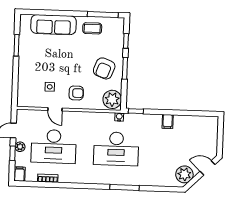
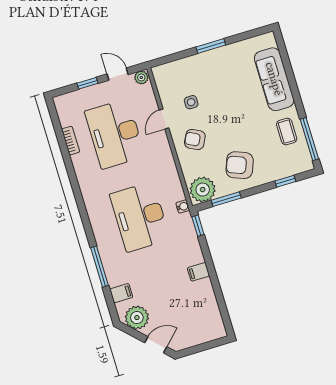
window: (16, 45) -> (211, 46), moved
window: (125, 68) -> (226, 199), moved
armchair: (76, 93) -> (195, 140), turned 117
plant: (20, 147) -> (141, 77), moved
door: (207, 168) -> (156, 345), hinge flipped
filing cabinet: (19, 174) -> (121, 293), moved
window: (125, 187) -> (100, 267), moved

